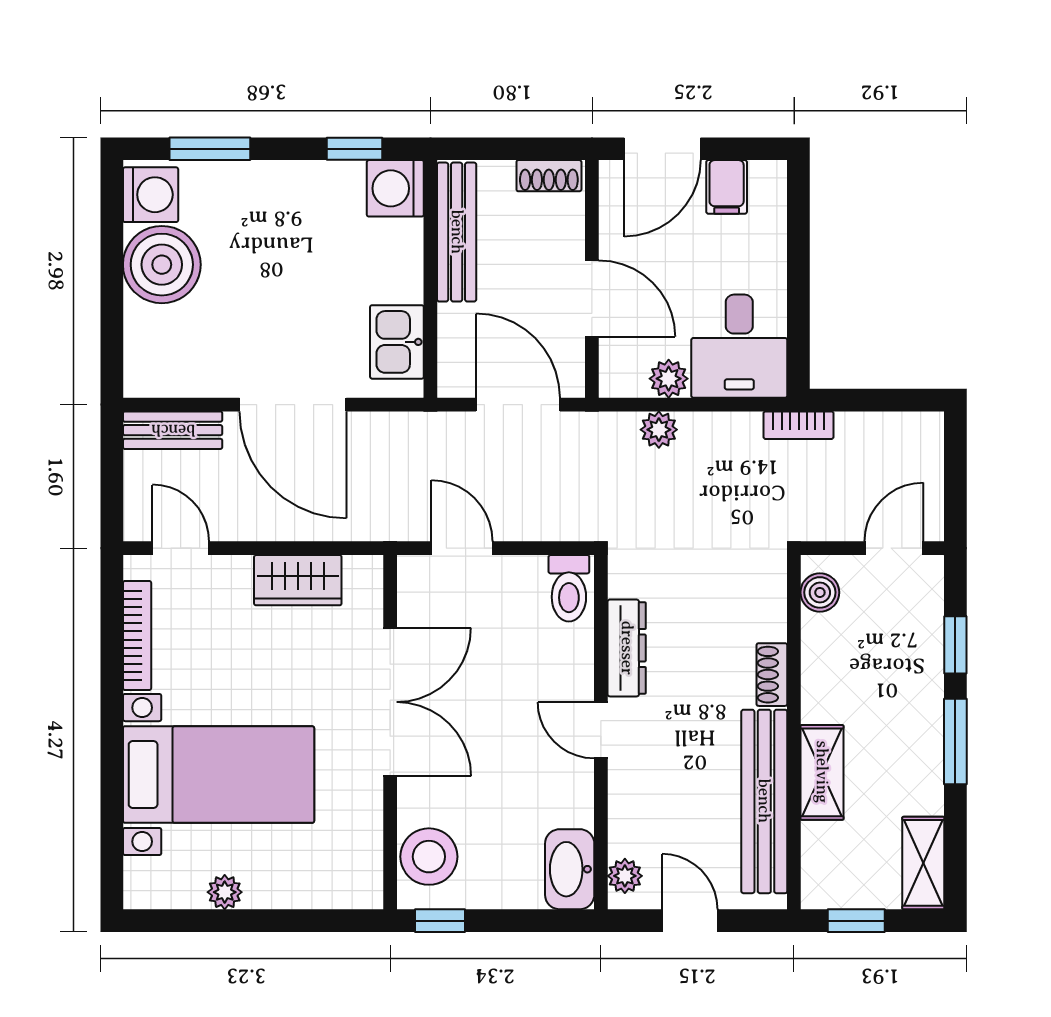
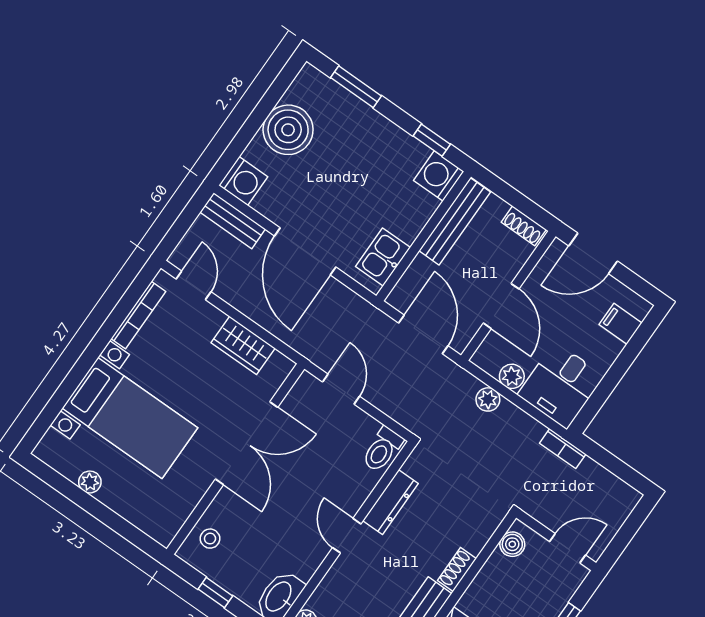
filing cabinet: (727, 187) -> (620, 324), moved, turned 90
washing machine: (151, 195) -> (243, 181), moved
stool: (429, 857) -> (210, 539), width x0.53, depth x0.53
window: (440, 921) -> (215, 592), moved

